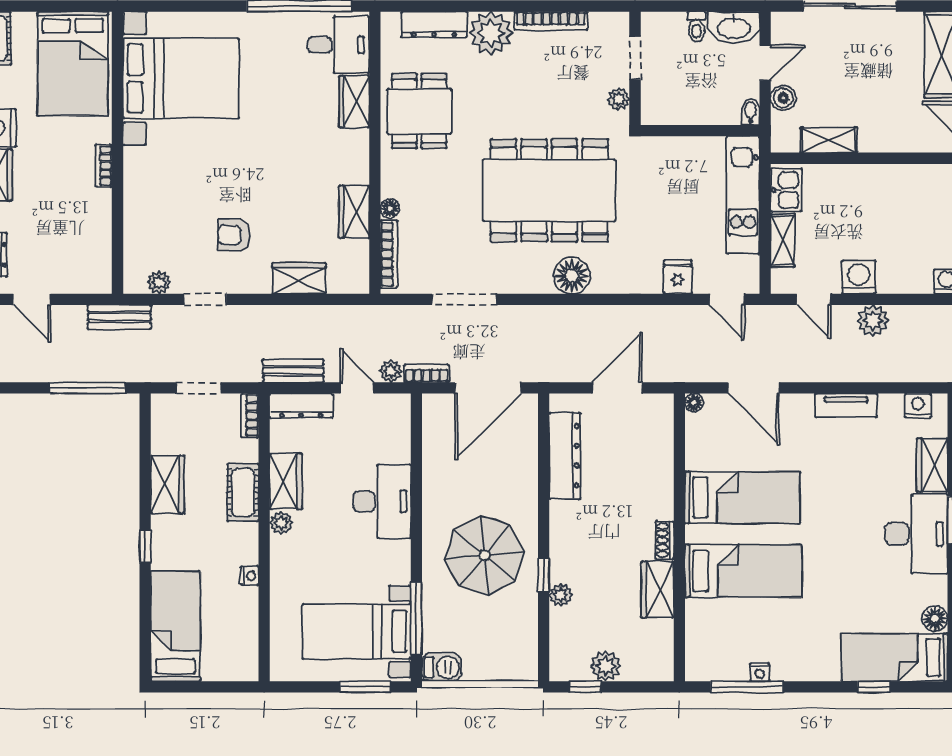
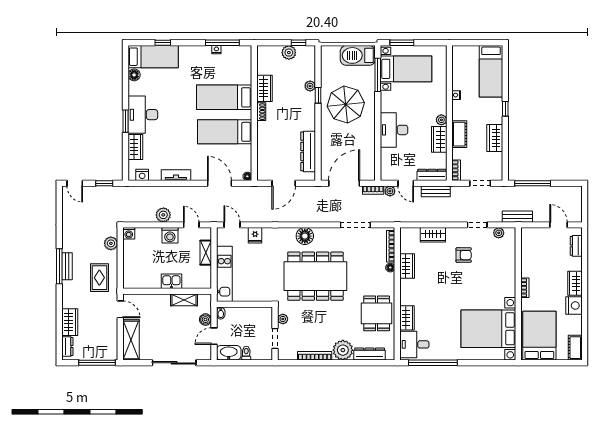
kitchen sink: (786, 190) -> (171, 281), moved, turned 90
barbecue: (442, 667) -> (358, 55), width x1.88, depth x1.53

